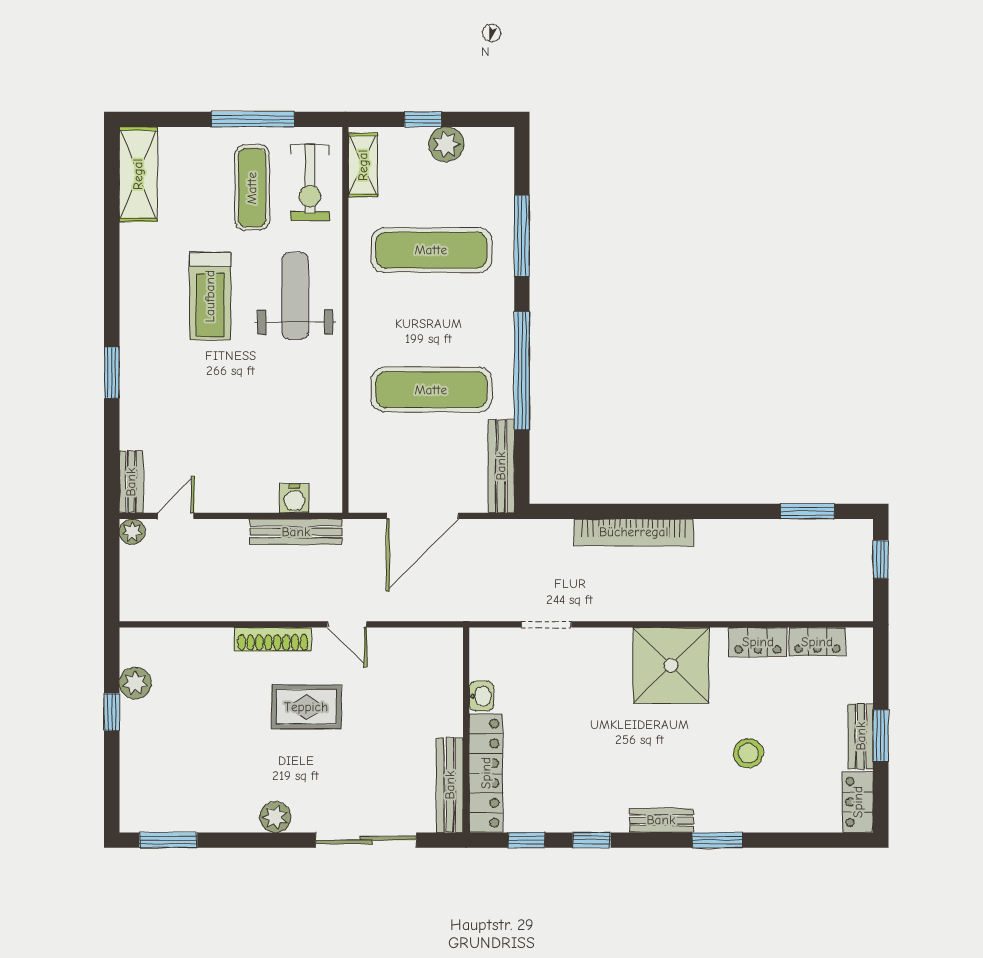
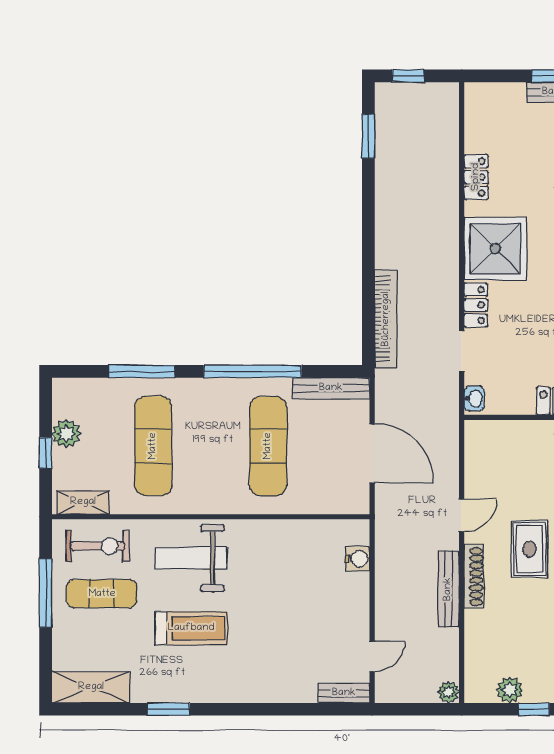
window: (112, 373) -> (169, 709), moved
door: (176, 516) -> (372, 657), swing flipped
plant: (132, 532) -> (448, 692), moved
bench: (296, 532) -> (448, 589), moved
bookcase: (634, 532) -> (386, 319), moved
locker: (817, 642) -> (476, 305), moved
washbasin: (481, 696) -> (474, 399), moved, turned 90

